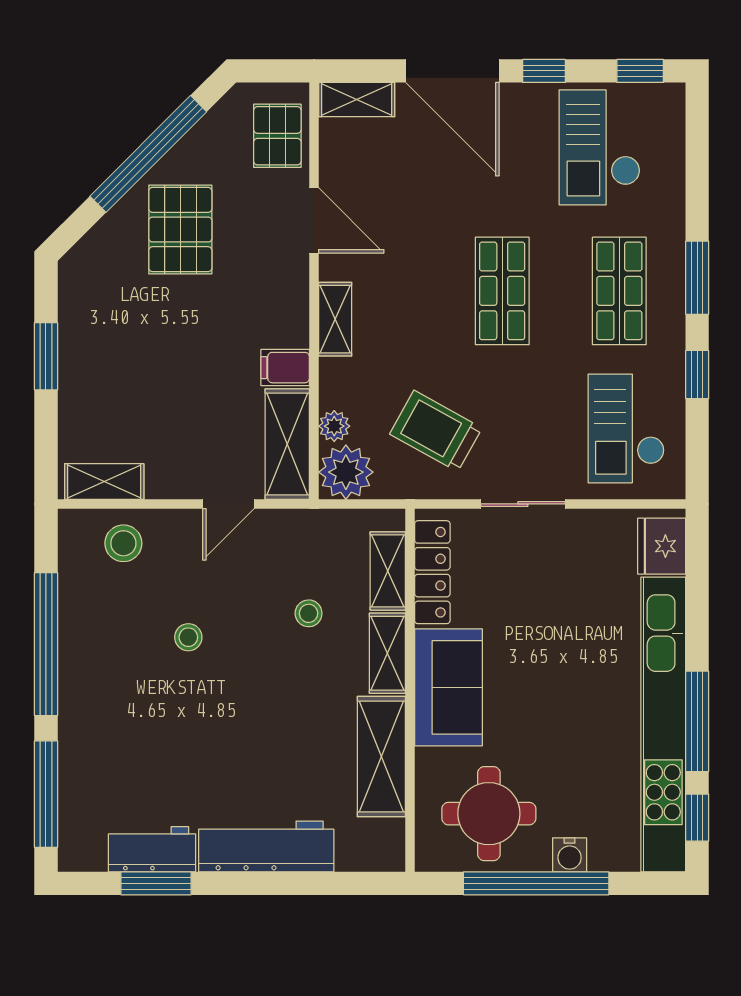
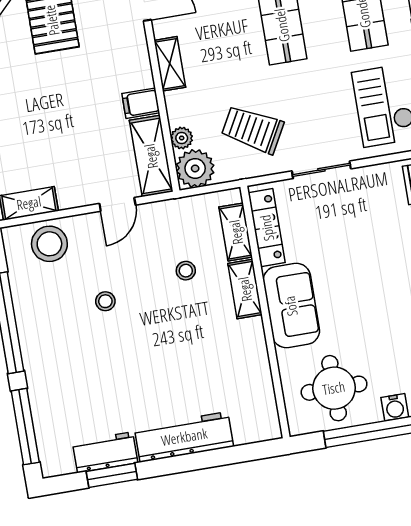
stool: (123, 543) -> (49, 244), width x1.38, depth x1.38
shelving: (381, 757) -> (253, 361), removed

